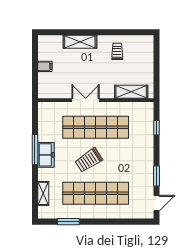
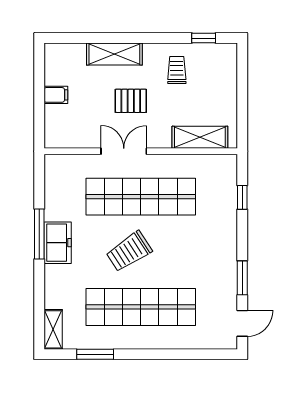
window: (133, 32) -> (204, 38), added
pallet: (90, 70) -> (131, 101), added
shelving: (43, 193) -> (53, 329), moved

